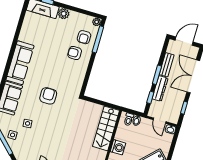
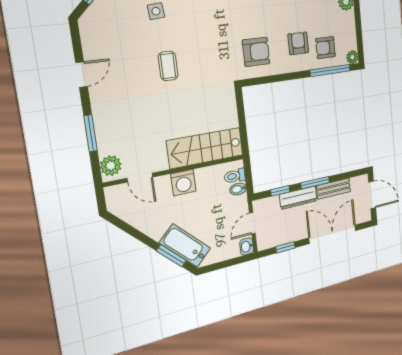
armchair: (48, 96) -> (256, 52), moved
coffee table: (56, 129) -> (168, 66), added

